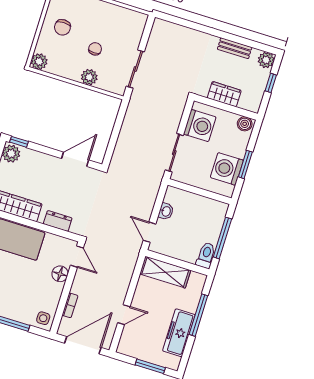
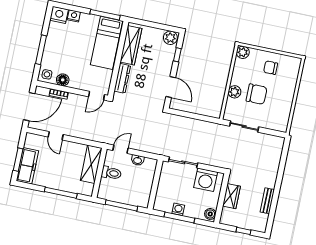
chair: (95, 49) -> (257, 94), width x1.87, depth x1.87
plant: (266, 60) -> (261, 226), removed
window: (19, 142) -> (177, 55), moved
window: (245, 164) -> (179, 218), width x1.44
washing machine: (227, 169) -> (178, 209), width x0.53, depth x0.53
dresser: (58, 221) -> (122, 78), width x1.44
toilet: (206, 255) -> (111, 173), moved
floor lamp: (60, 274) -> (63, 80), moved
freezer: (179, 333) -> (27, 166), moved, turned 90
door: (83, 345) -> (29, 107), hinge flipped

